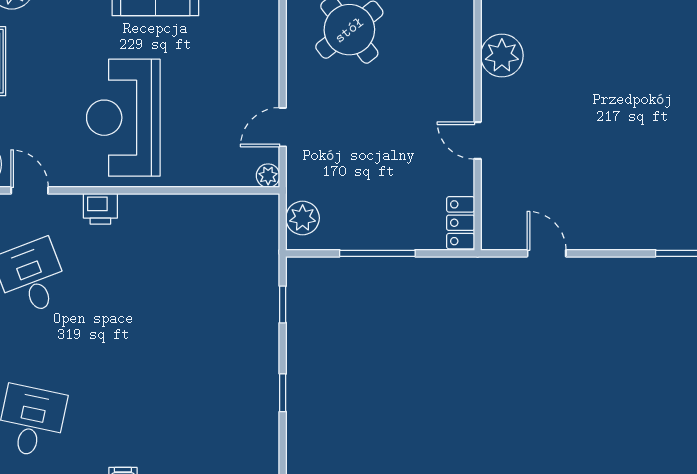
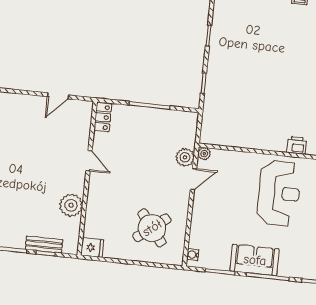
plant: (303, 218) -> (185, 157), moved
door: (547, 253) -> (58, 96), hinge flipped

